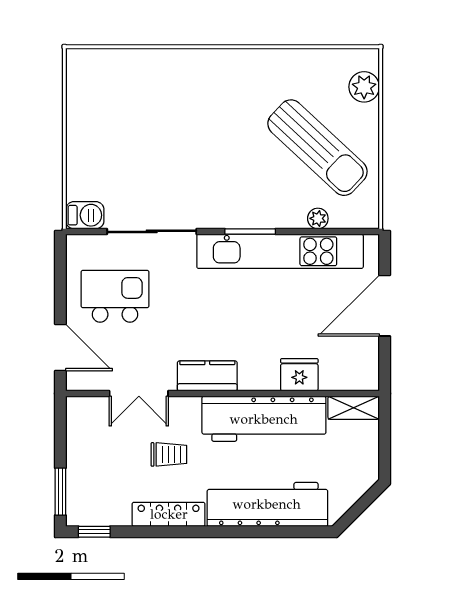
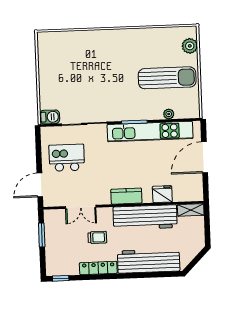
sun lounger: (317, 148) -> (167, 78), turned -43
door: (60, 348) -> (40, 185), swing flipped
kitchen counter: (207, 376) -> (126, 196), moved
window: (60, 492) -> (42, 235), moved

